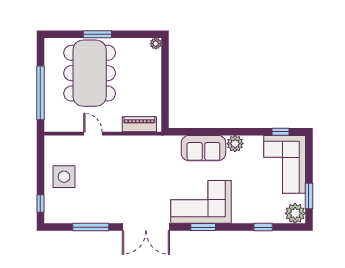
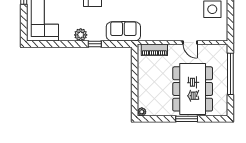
window: (281, 132) -> (95, 44), moved
sofa: (203, 148) -> (123, 31), moved

